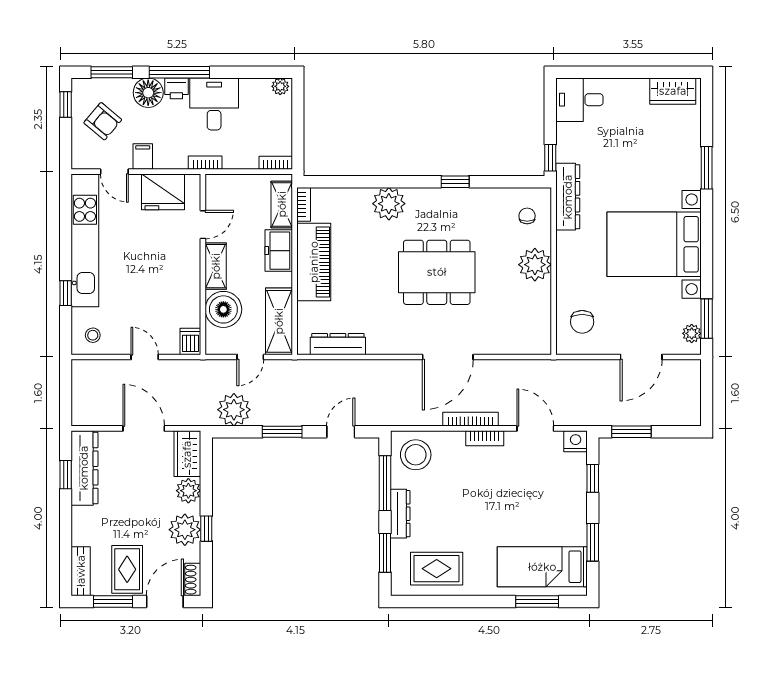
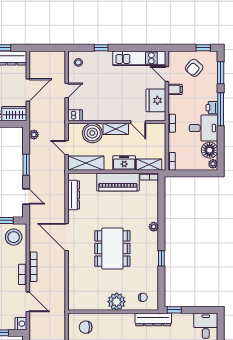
floor lamp: (148, 93) -> (210, 150), moved
door: (114, 172) -> (167, 74), hinge flipped
plant: (389, 204) -> (154, 227), width x0.53, depth x0.53
kitchen unit: (85, 240) -> (139, 58), width x0.73
door: (448, 357) -> (67, 237), moved
plant: (234, 410) -> (34, 135), width x0.53, depth x0.53
door: (535, 428) -> (28, 302), hinge flipped

